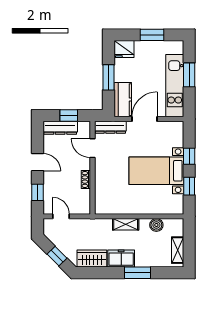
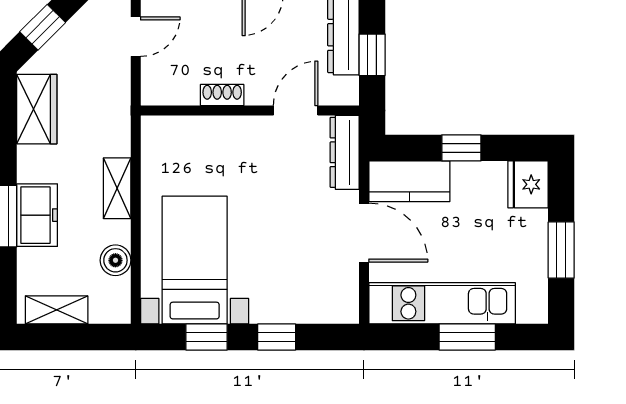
window: (108, 77) -> (461, 148), width x0.67
bed with nightstands: (156, 171) -> (195, 260), moved
freezer: (121, 258) -> (37, 215), moved

